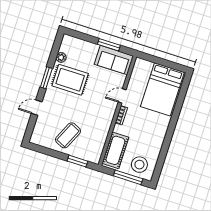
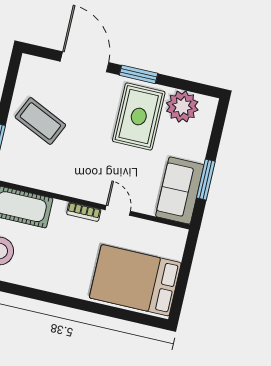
plant: (61, 57) -> (182, 106), width x1.87, depth x1.87
door: (37, 108) -> (85, 62), width x1.87

